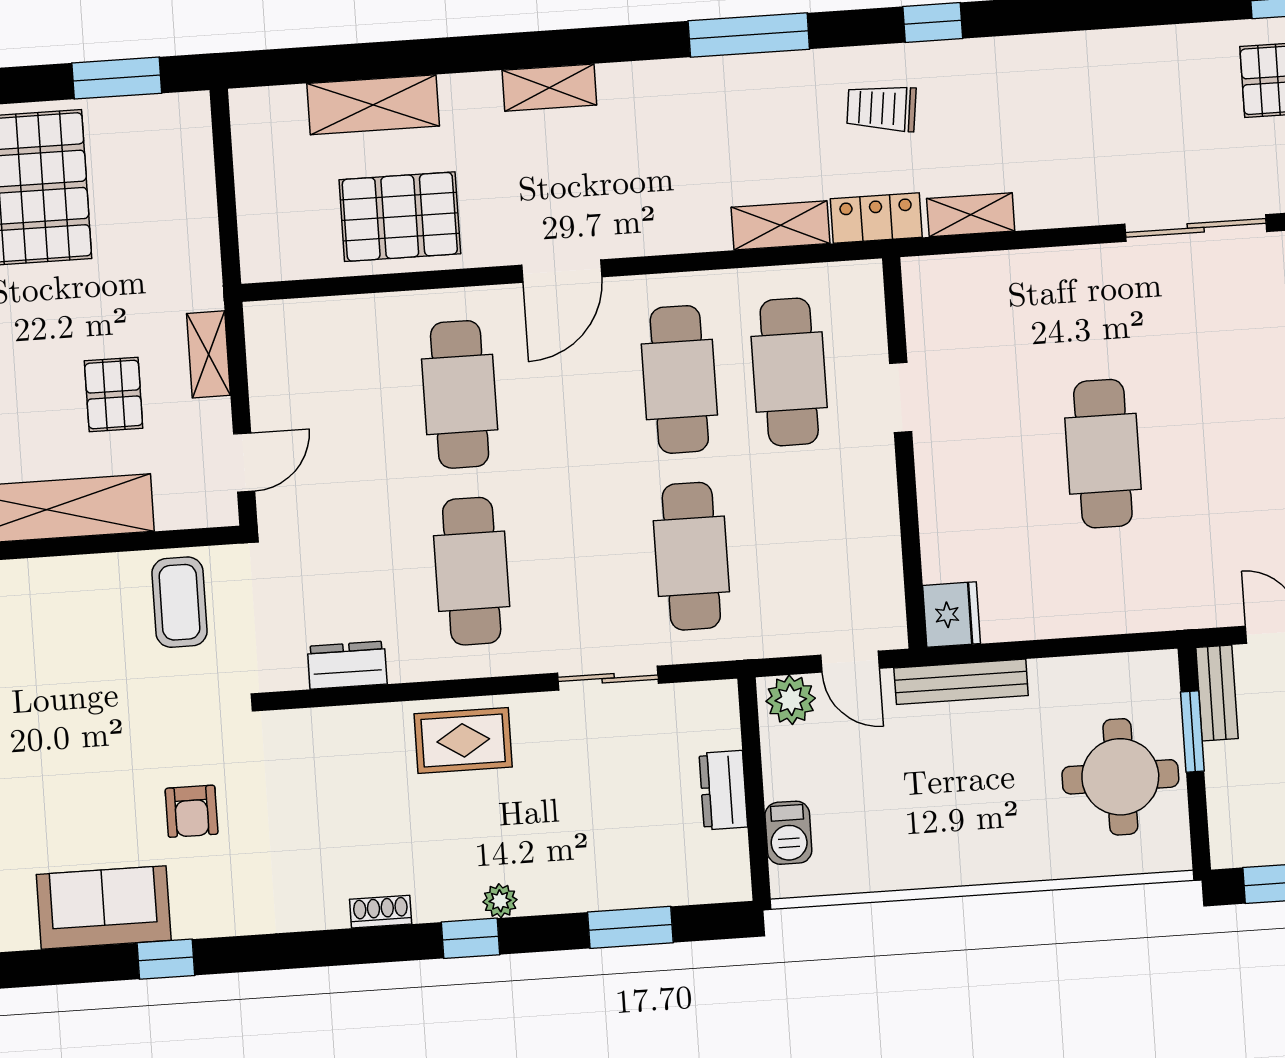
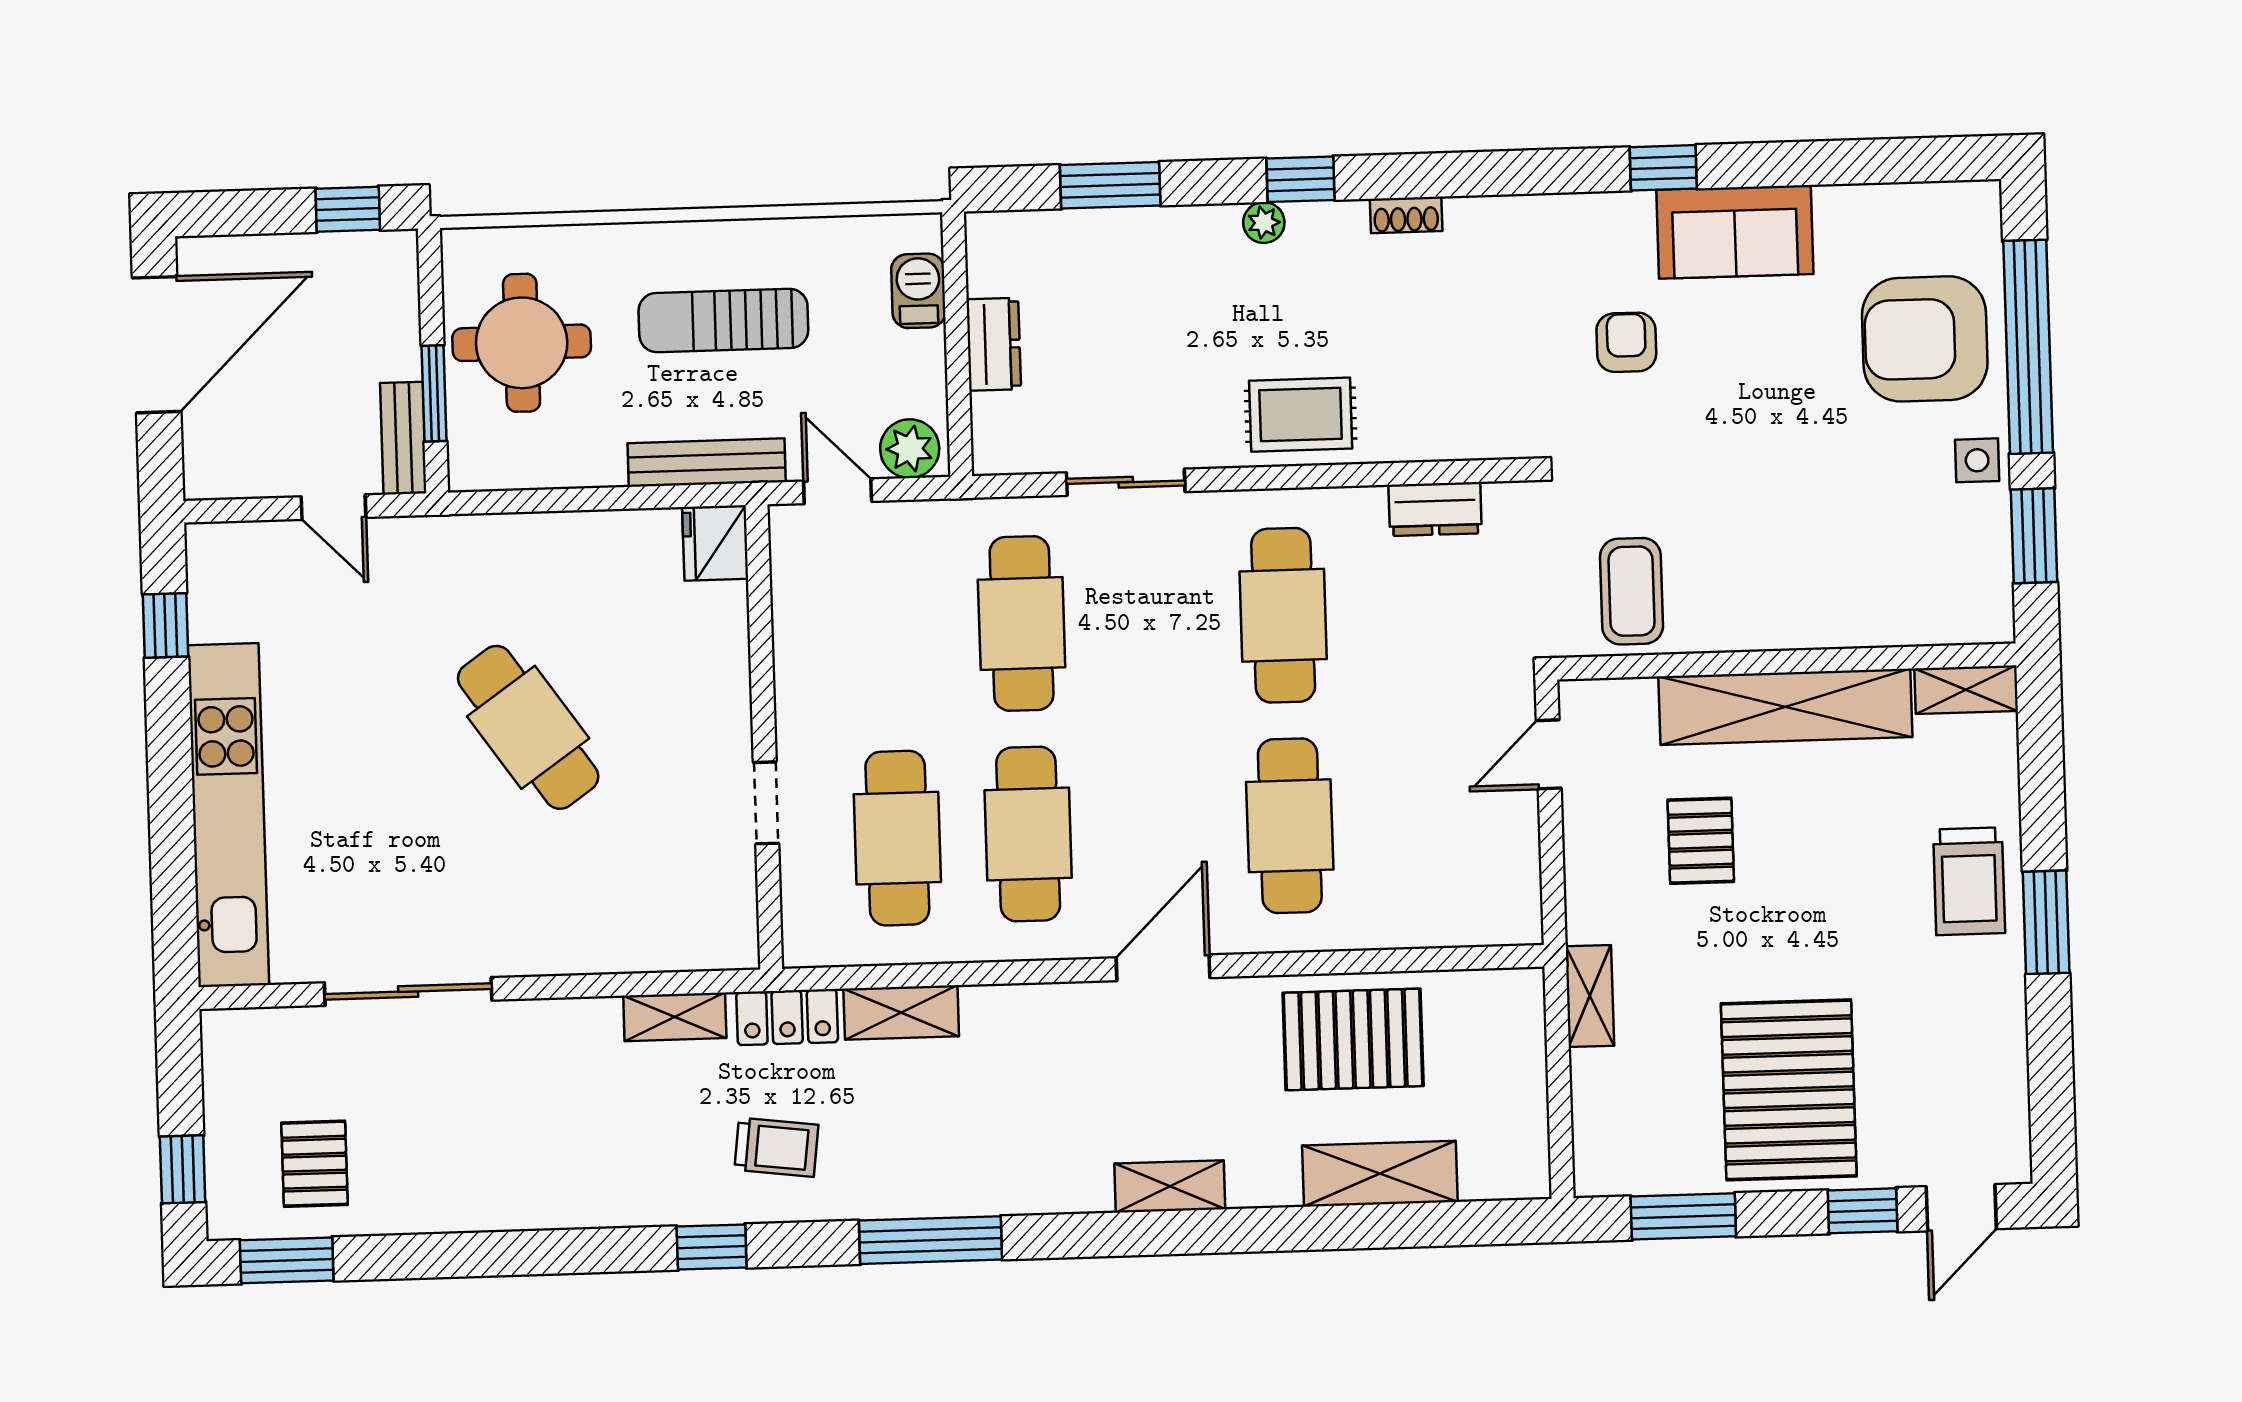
shelving: (208, 354) -> (1590, 996), moved
cafe table: (1103, 454) -> (528, 727), turned -35
sun lounger: (951, 802) -> (723, 321), added

